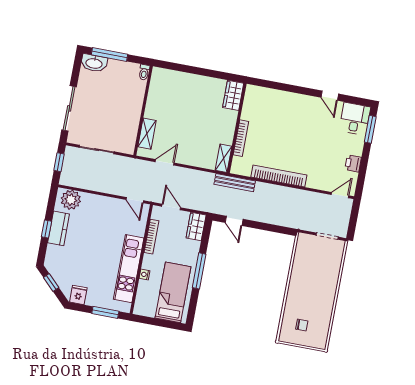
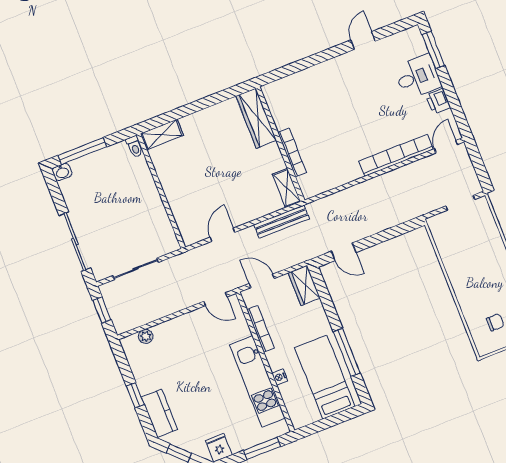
washbasin: (94, 63) -> (62, 172), width x0.52, depth x0.69
wardrobe: (233, 95) -> (256, 118), width x1.50
door: (330, 96) -> (363, 41), swing flipped
desk: (355, 119) -> (418, 77), moved, turned 90
shelving: (147, 134) -> (162, 134), moved, turned 90
bookcase: (279, 176) -> (396, 155), moved
bench: (235, 183) -> (282, 222), moved
plant: (71, 200) -> (146, 336), width x0.53, depth x0.53
kitchen counter: (59, 228) -> (159, 413), moved
window: (199, 271) -> (347, 352), moved

